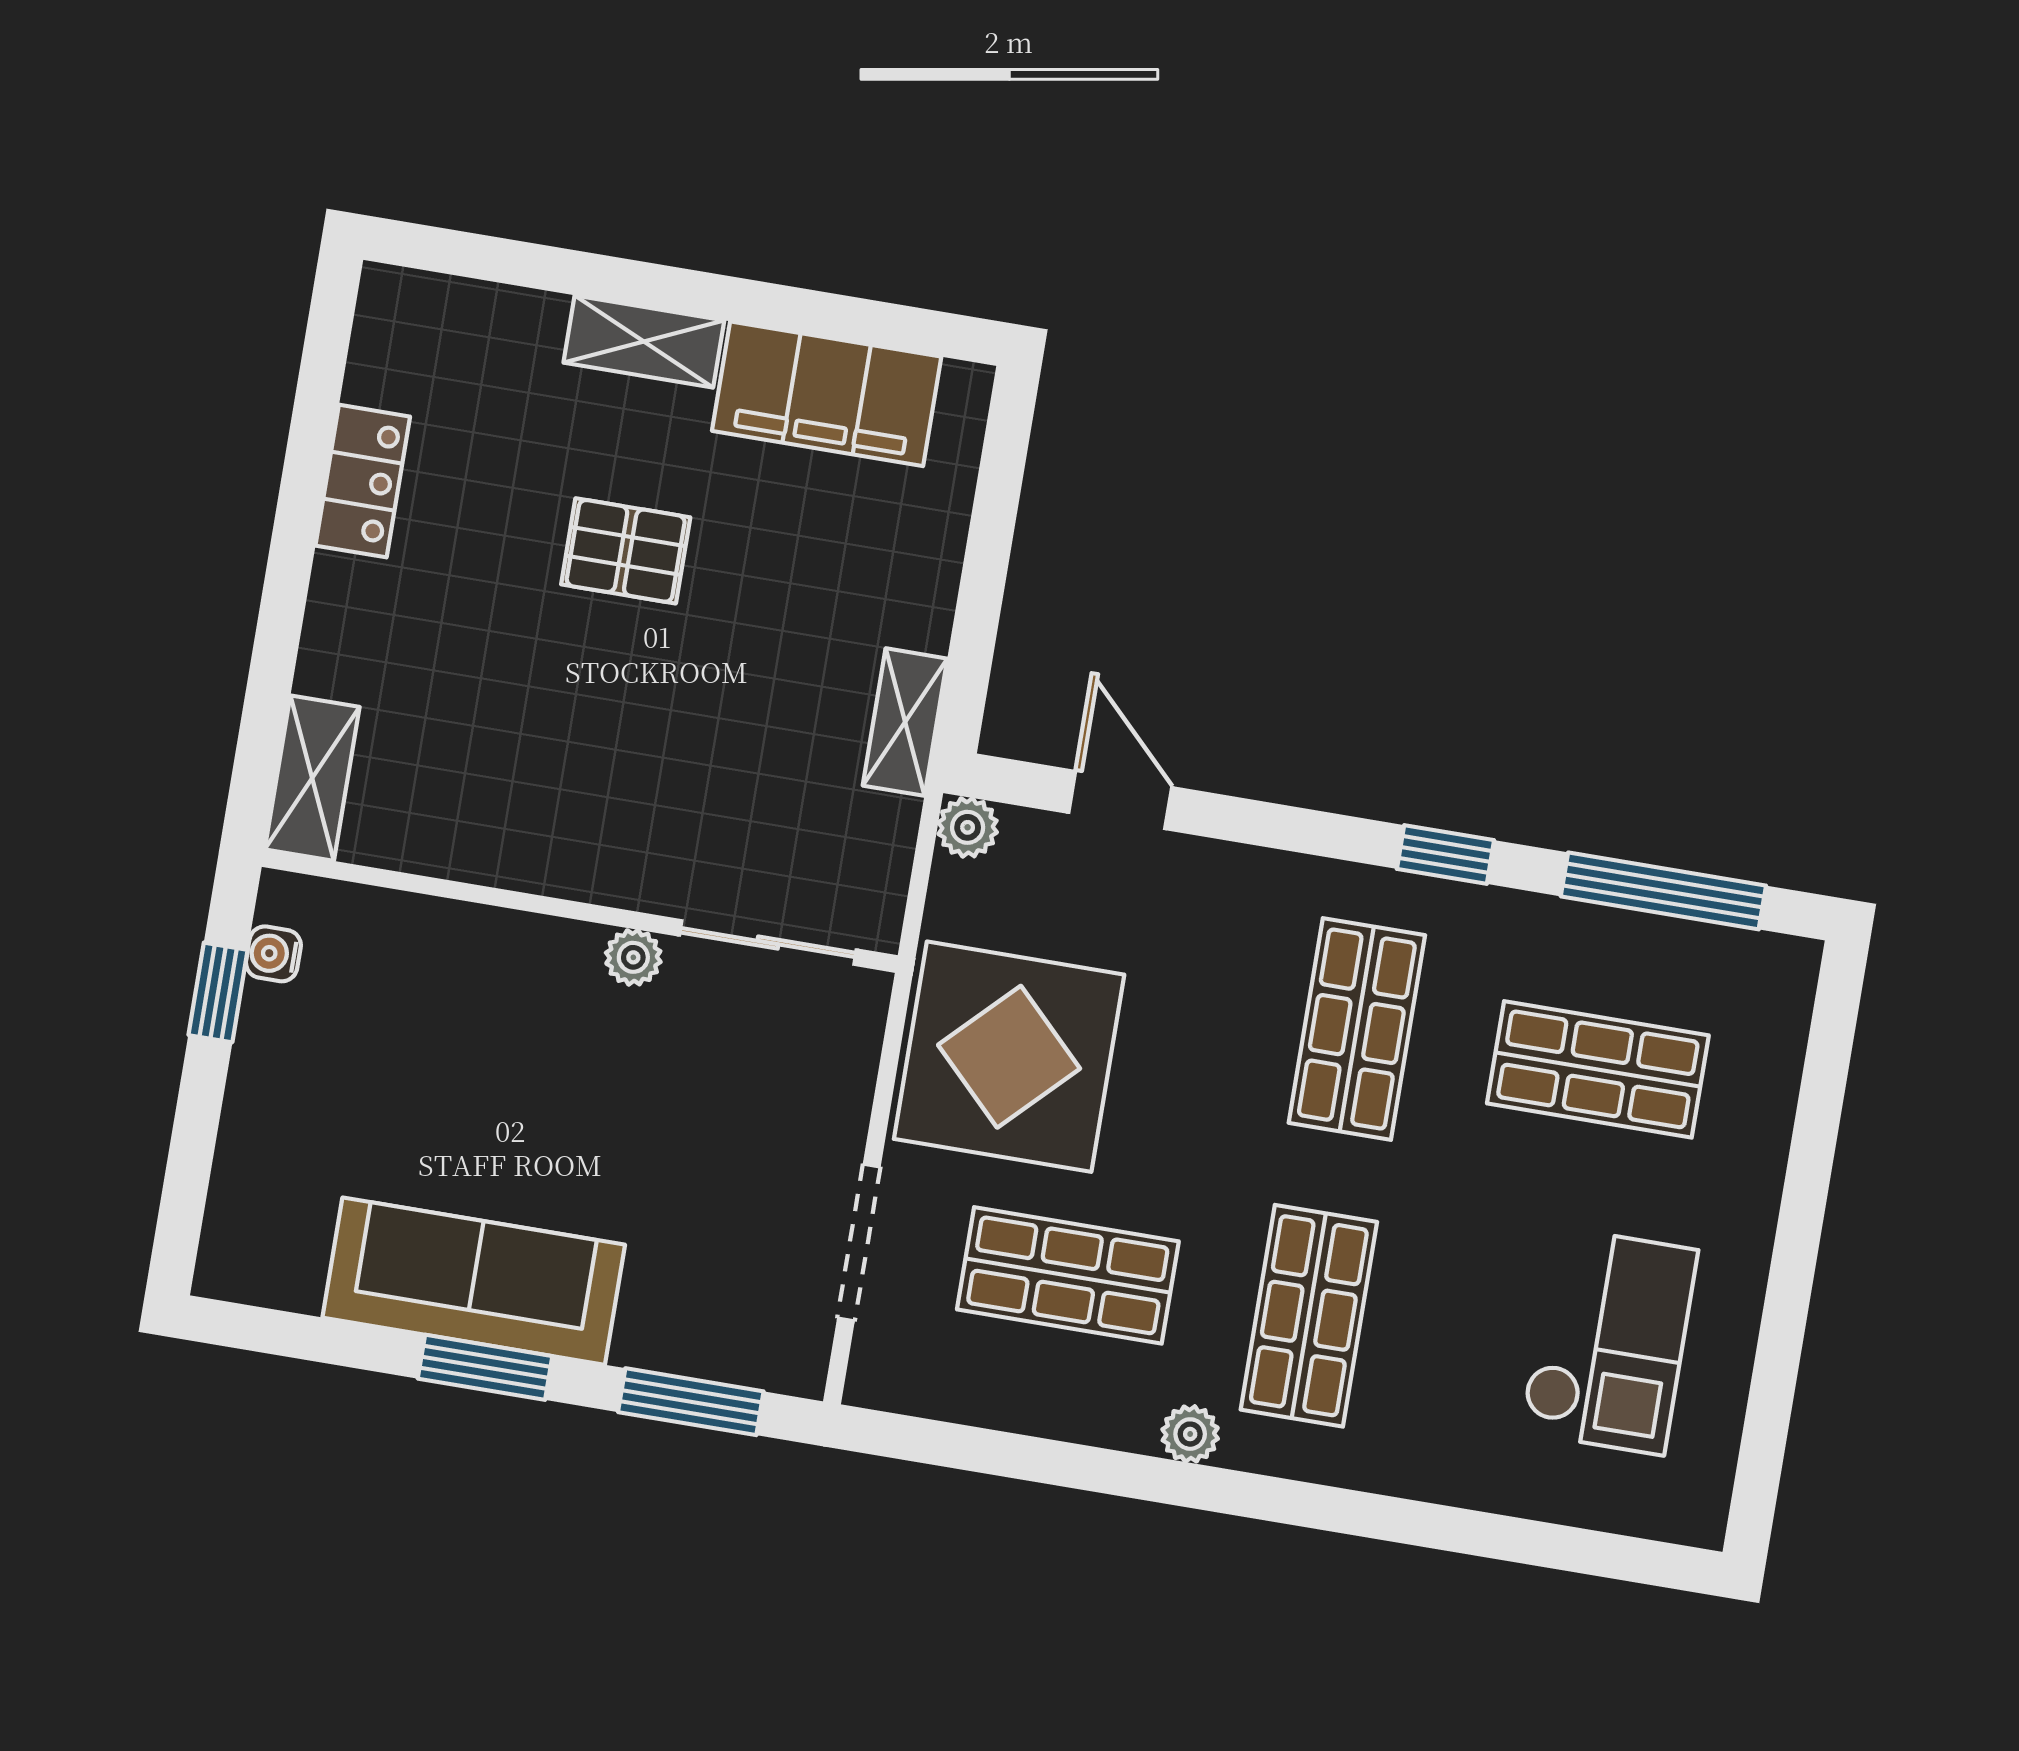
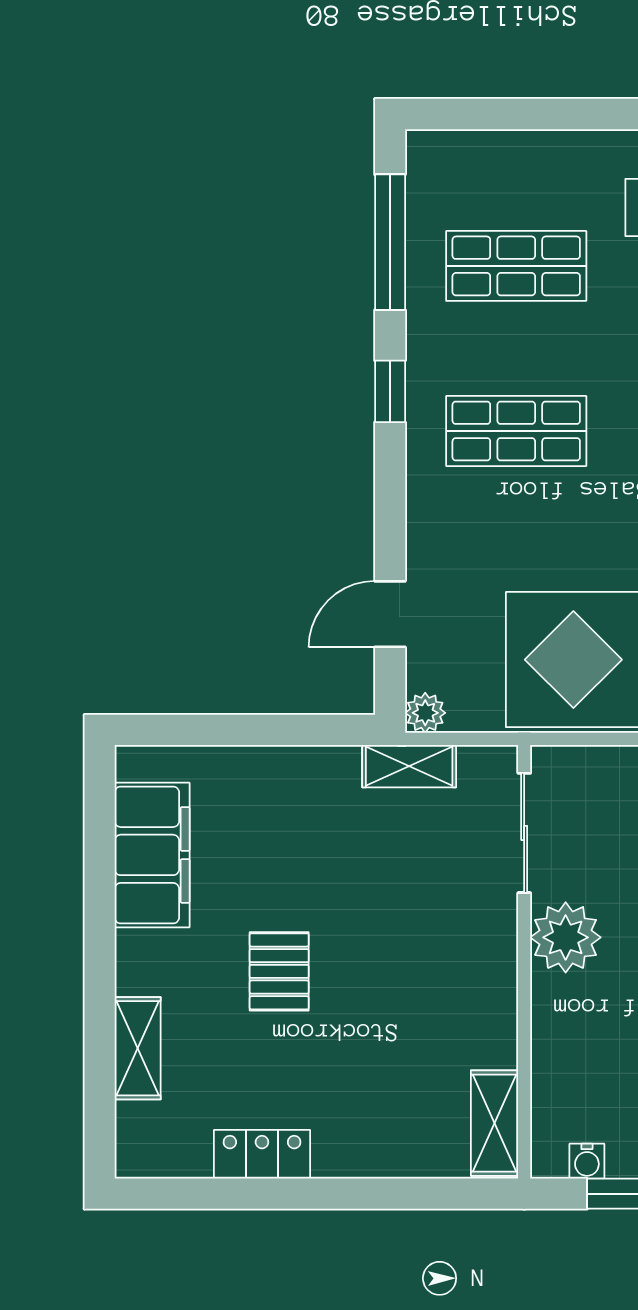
shelving: (644, 341) -> (138, 1048), moved
shelving: (905, 722) -> (409, 766), moved
shelving: (312, 778) -> (494, 1123), moved, turned 90
plant: (633, 957) -> (566, 937), width x1.88, depth x1.88
shop shelf: (1598, 1069) -> (516, 266), turned 90

